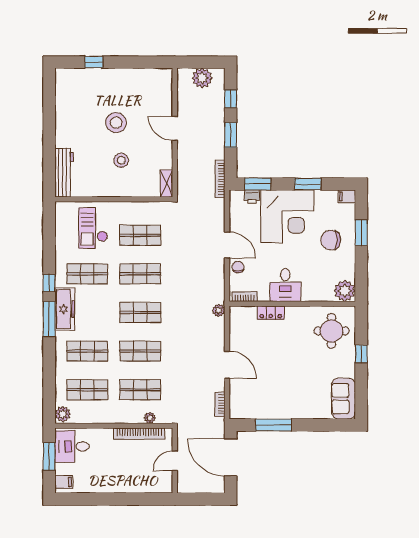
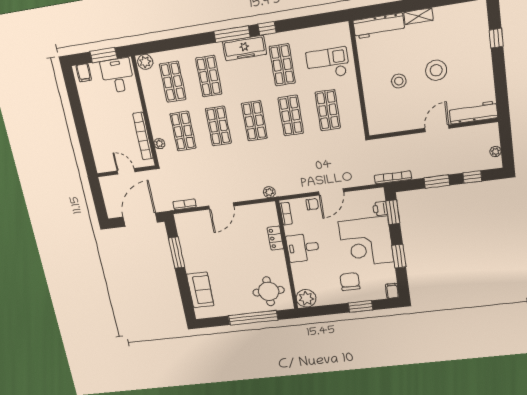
plant: (202, 78) -> (496, 152), width x0.53, depth x0.53
workbench: (164, 91) -> (473, 113), added
shelving: (166, 183) -> (418, 16), moved
window: (361, 354) -> (253, 318), width x3.17
sofa: (344, 399) -> (200, 290), moved, turned 90

